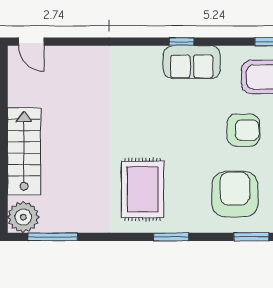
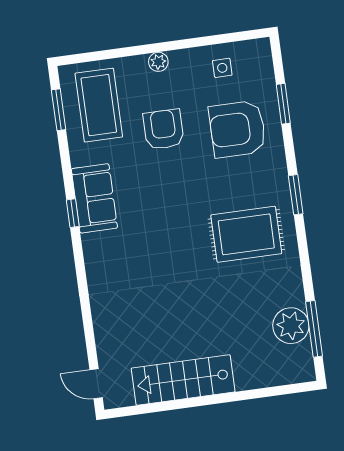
door: (31, 42) -> (96, 384), swing flipped
stairs: (24, 151) -> (183, 380), moved
plant: (23, 217) -> (291, 326), moved

